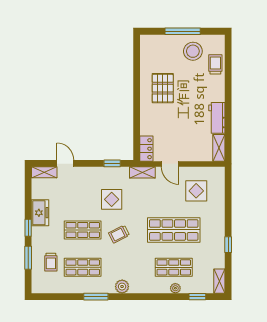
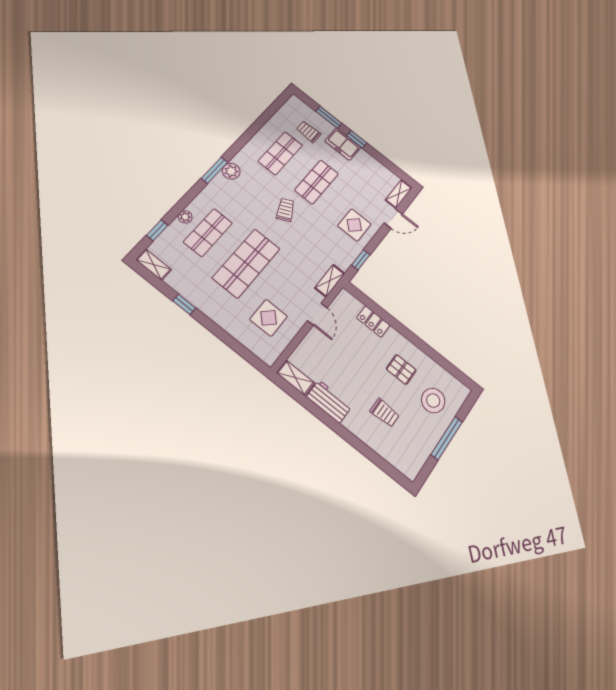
stool: (193, 51) -> (433, 401), moved
trolley: (215, 64) -> (385, 413), moved
pallet: (163, 88) -> (401, 369), width x0.67, depth x0.71
locker: (146, 149) -> (373, 321), moved
door: (170, 164) -> (317, 314), swing flipped
display table: (112, 199) -> (354, 225), moved
freezer: (40, 213) -> (343, 144), moved
window: (96, 297) -> (214, 170), moved

